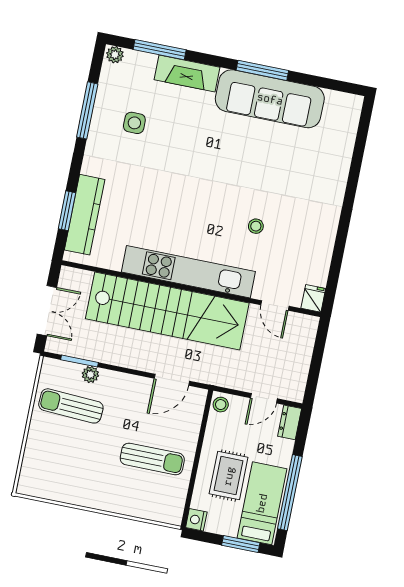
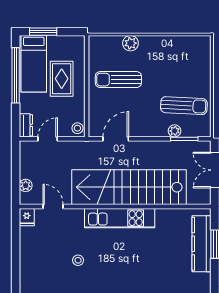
kitchen unit: (188, 272) -> (120, 218), width x0.73
plant: (306, 341) -> (26, 185), added
plant: (126, 505) -> (130, 43), added
nightstand: (196, 520) -> (78, 43), removed

